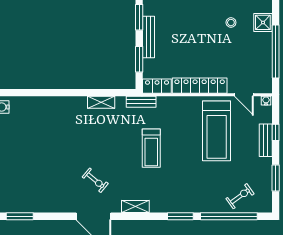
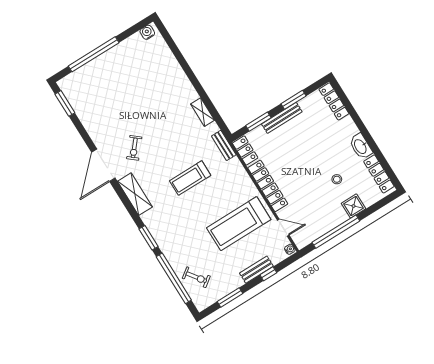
door: (244, 95) -> (283, 228), swing flipped
shelving: (135, 206) -> (135, 194), width x1.50, depth x1.33

